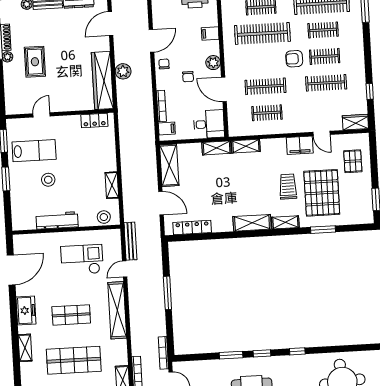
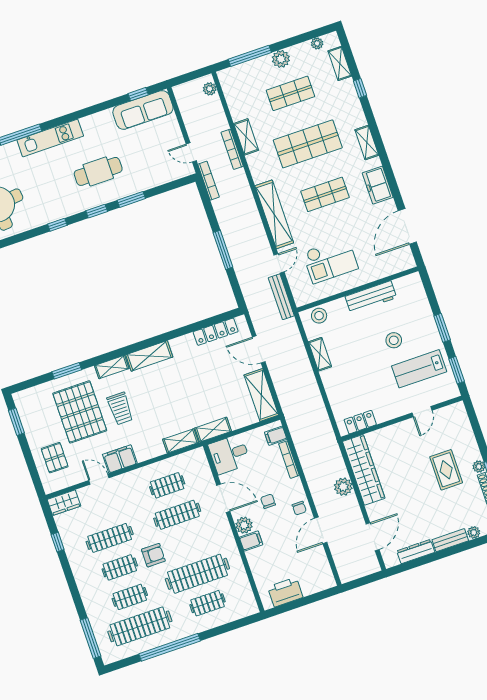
filing cabinet: (210, 33) -> (251, 541), moved

